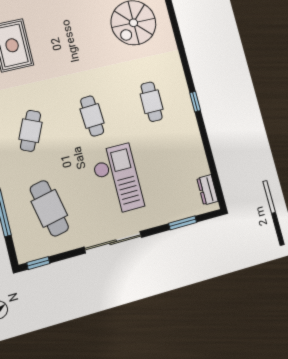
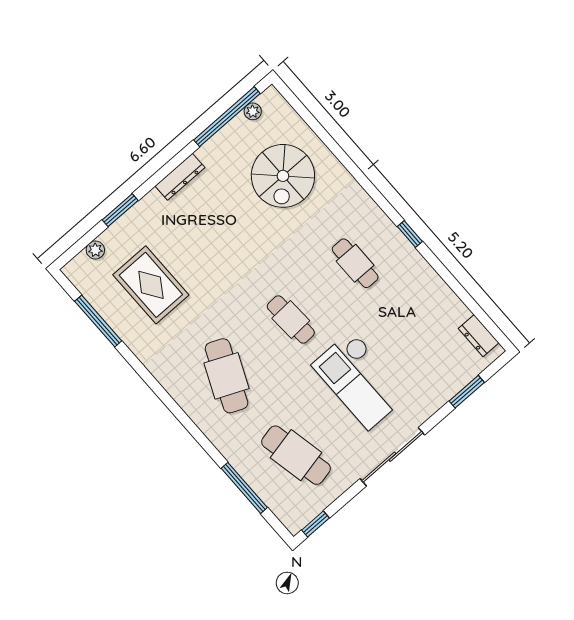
cafe table: (31, 131) -> (227, 376), width x1.37, depth x1.35
checkout: (117, 179) -> (360, 380), turned 180

